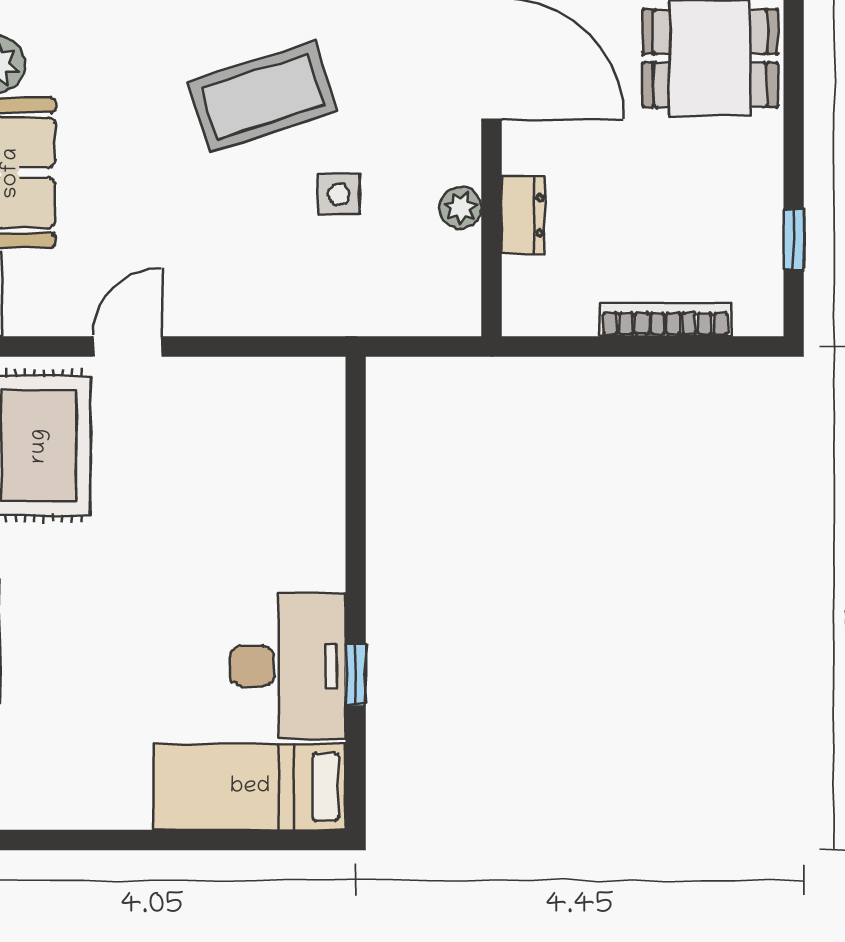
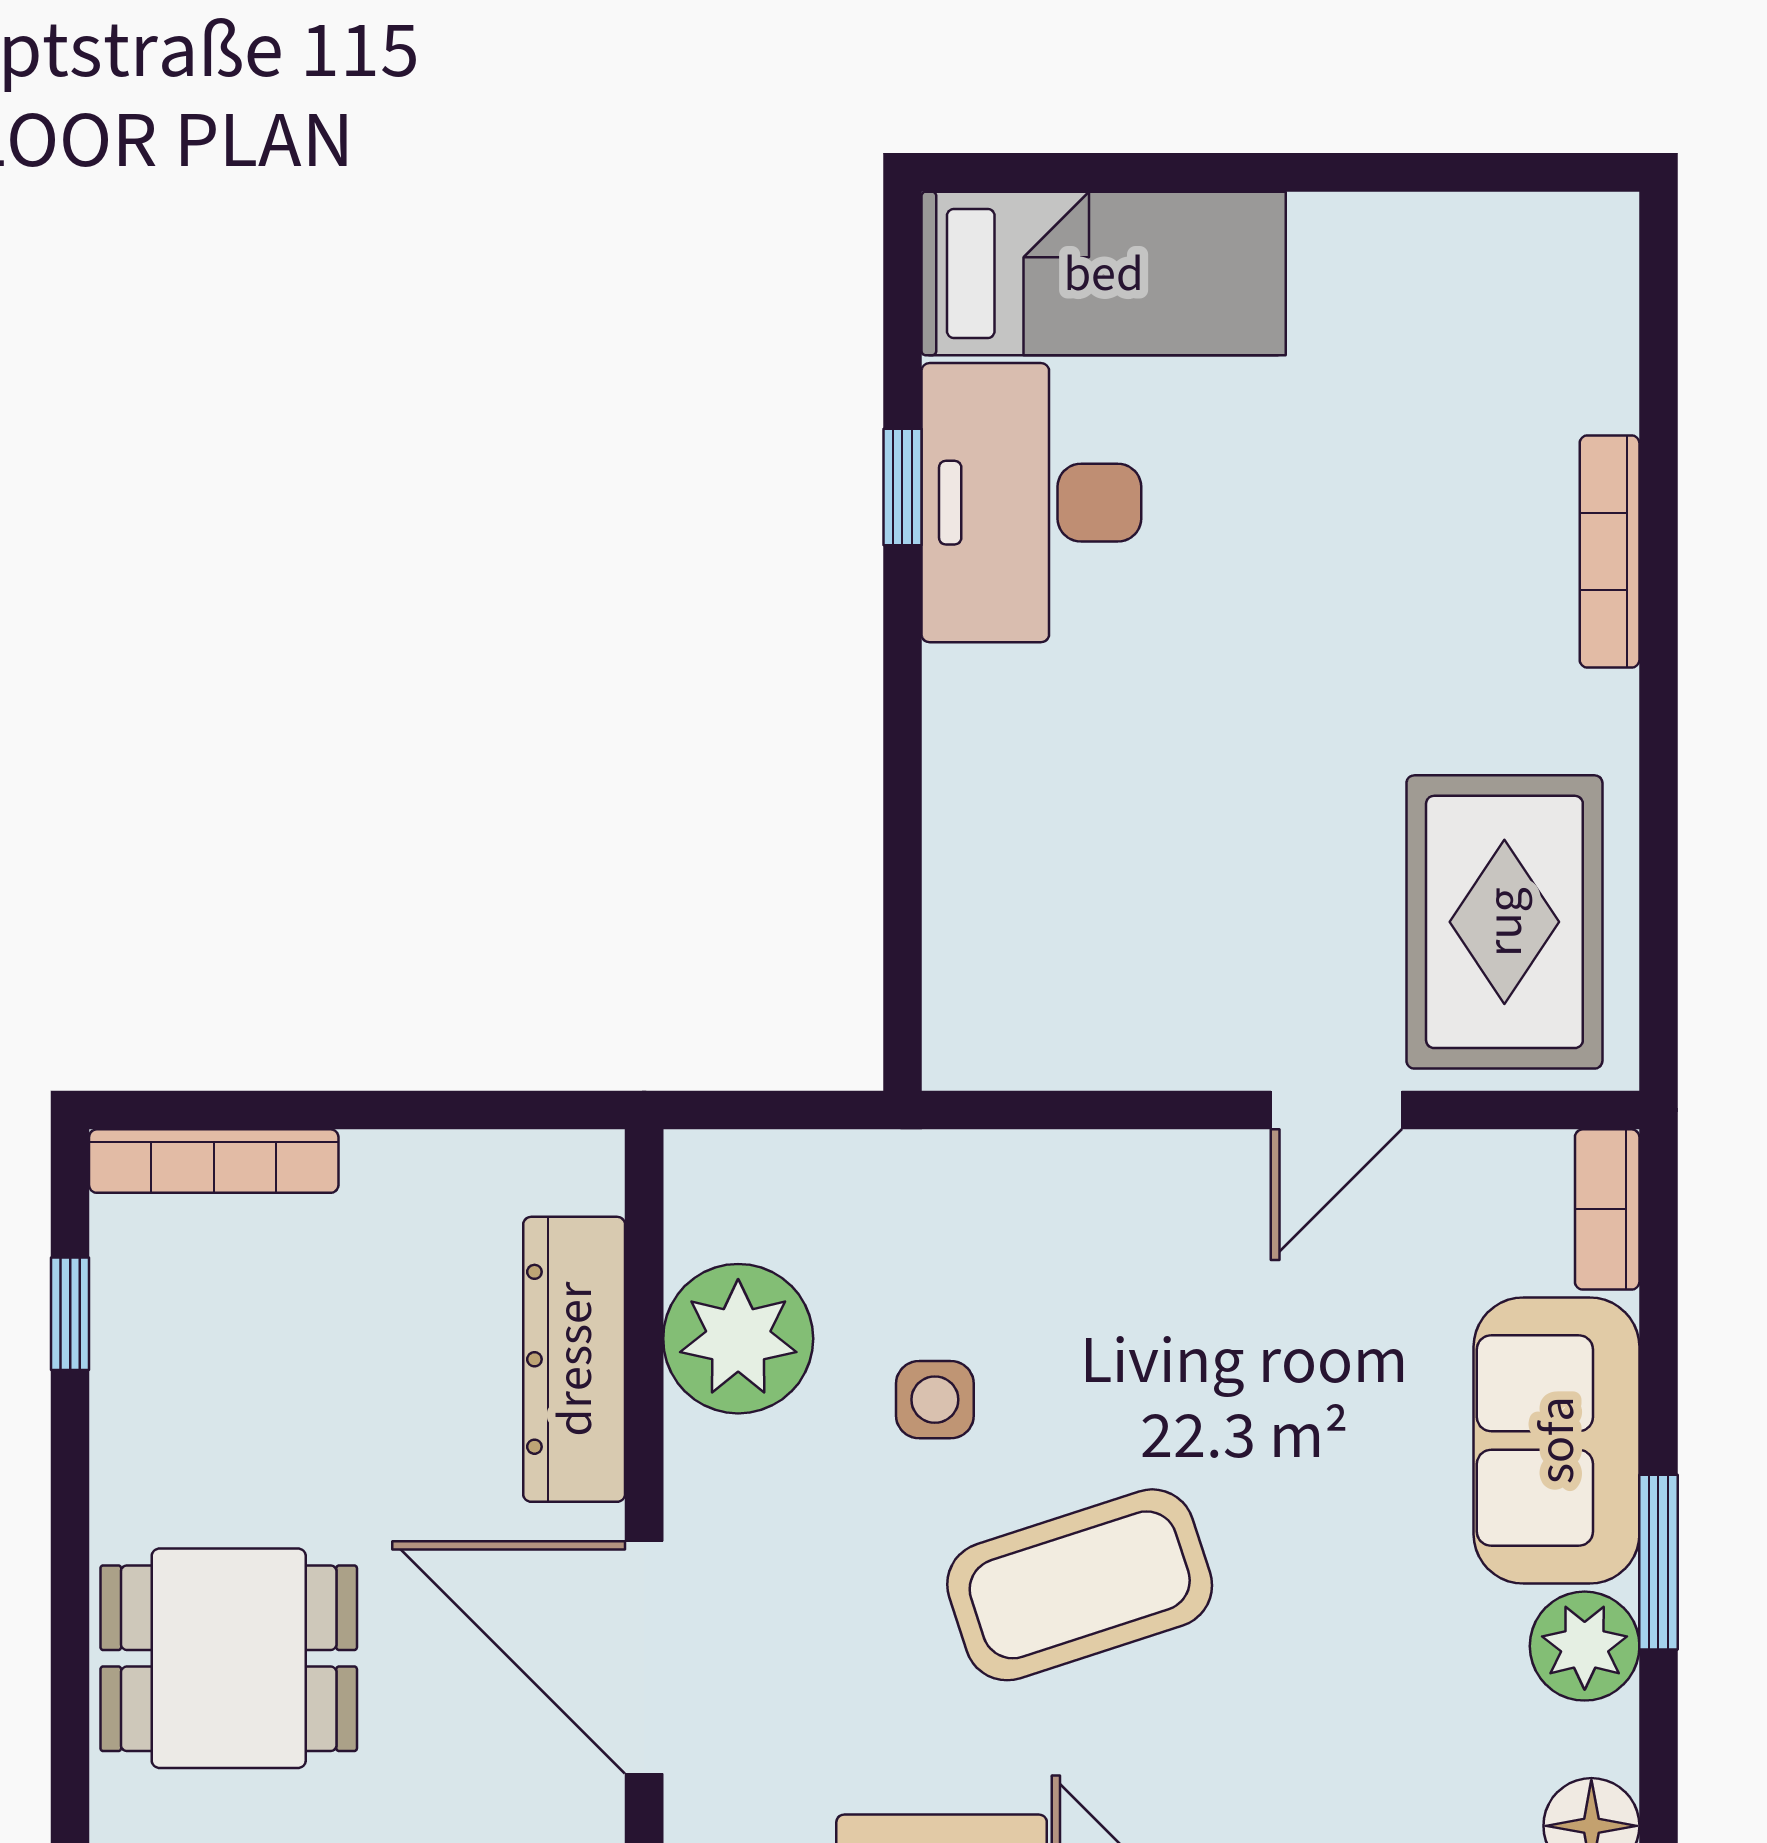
plant: (460, 208) -> (738, 1339), width x1.88, depth x1.88
dresser: (523, 215) -> (574, 1359), width x1.96, depth x1.24
bookcase: (665, 320) -> (214, 1161), moved

